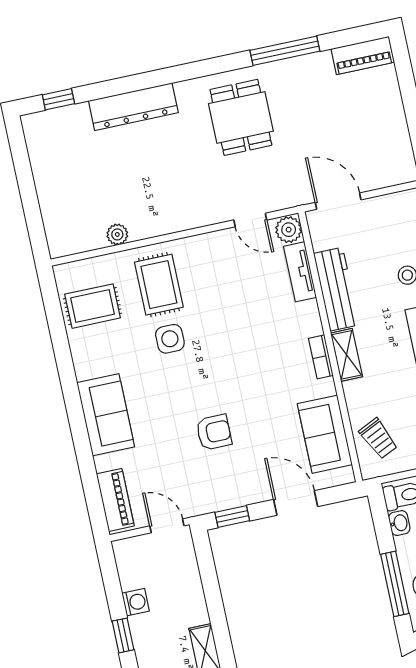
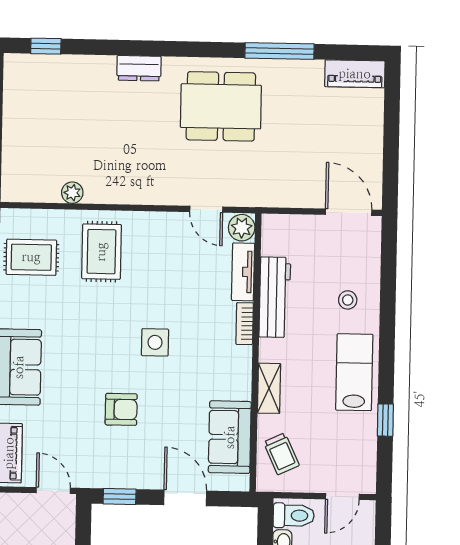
dresser: (133, 107) -> (139, 68), width x0.51, depth x0.80
dining table: (241, 117) -> (221, 106), width x1.38
door: (338, 201) -> (349, 212), moved
side table: (170, 339) -> (155, 342), moved
shelving: (347, 355) -> (269, 388), moved
bookcase: (321, 357) -> (245, 324), moved

